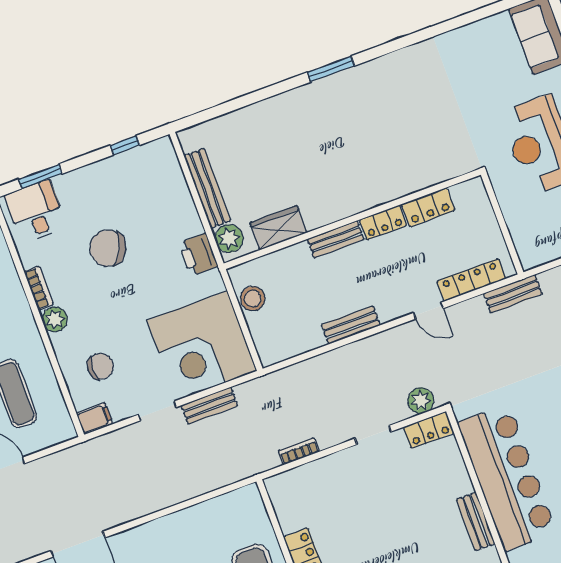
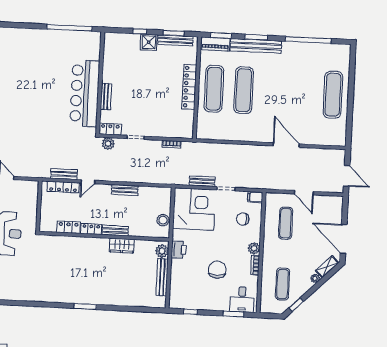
wardrobe: (278, 228) -> (122, 246), moved
chair: (108, 248) -> (217, 270), turned -115
bench: (513, 294) -> (64, 174), moved
door: (428, 311) -> (88, 182), swing flipped
bench: (476, 521) -> (106, 97), moved

